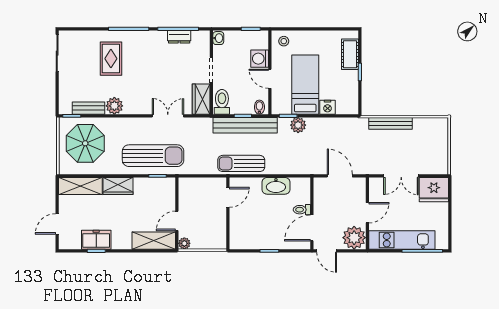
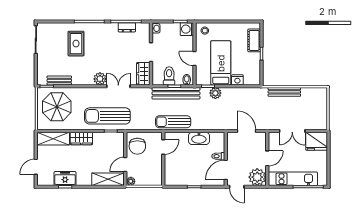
washing machine: (260, 59) -> (187, 29), moved
toilet: (222, 102) -> (169, 76), moved
plant: (114, 106) -> (100, 79), moved
sun lounger: (153, 156) -> (107, 116), turned 180
chair: (193, 196) -> (137, 146), added

